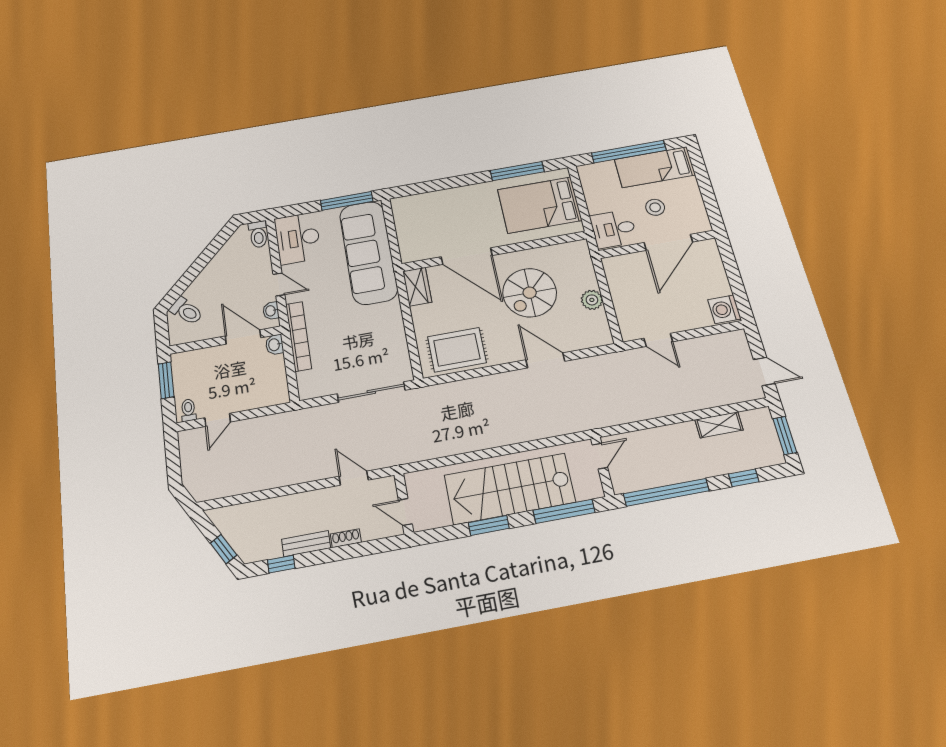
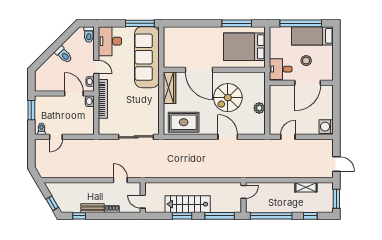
wardrobe: (417, 287) -> (170, 88), width x1.50
toilet: (186, 311) -> (64, 55), moved
door: (658, 340) -> (288, 137), swing flipped
stairs: (510, 489) -> (188, 204), width x0.73, depth x0.66

